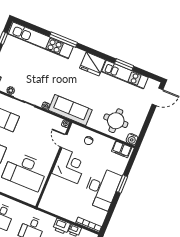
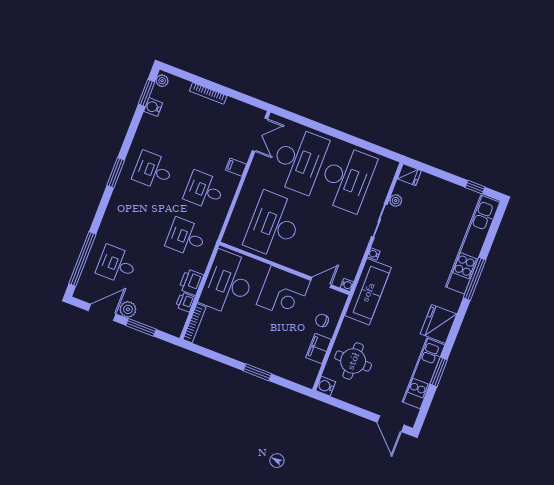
filing cabinet: (122, 149) -> (318, 348), moved
desk: (102, 188) -> (228, 283), moved, turned 90

